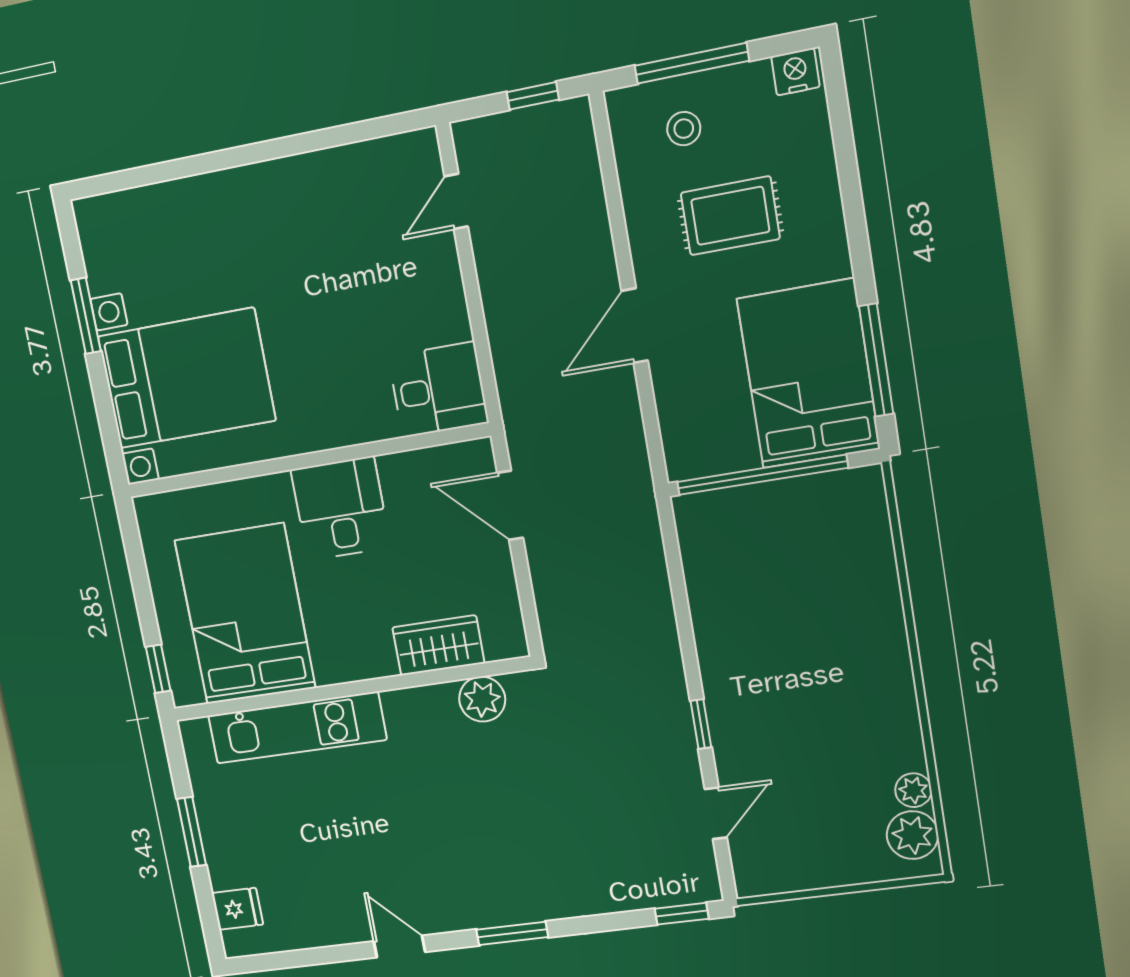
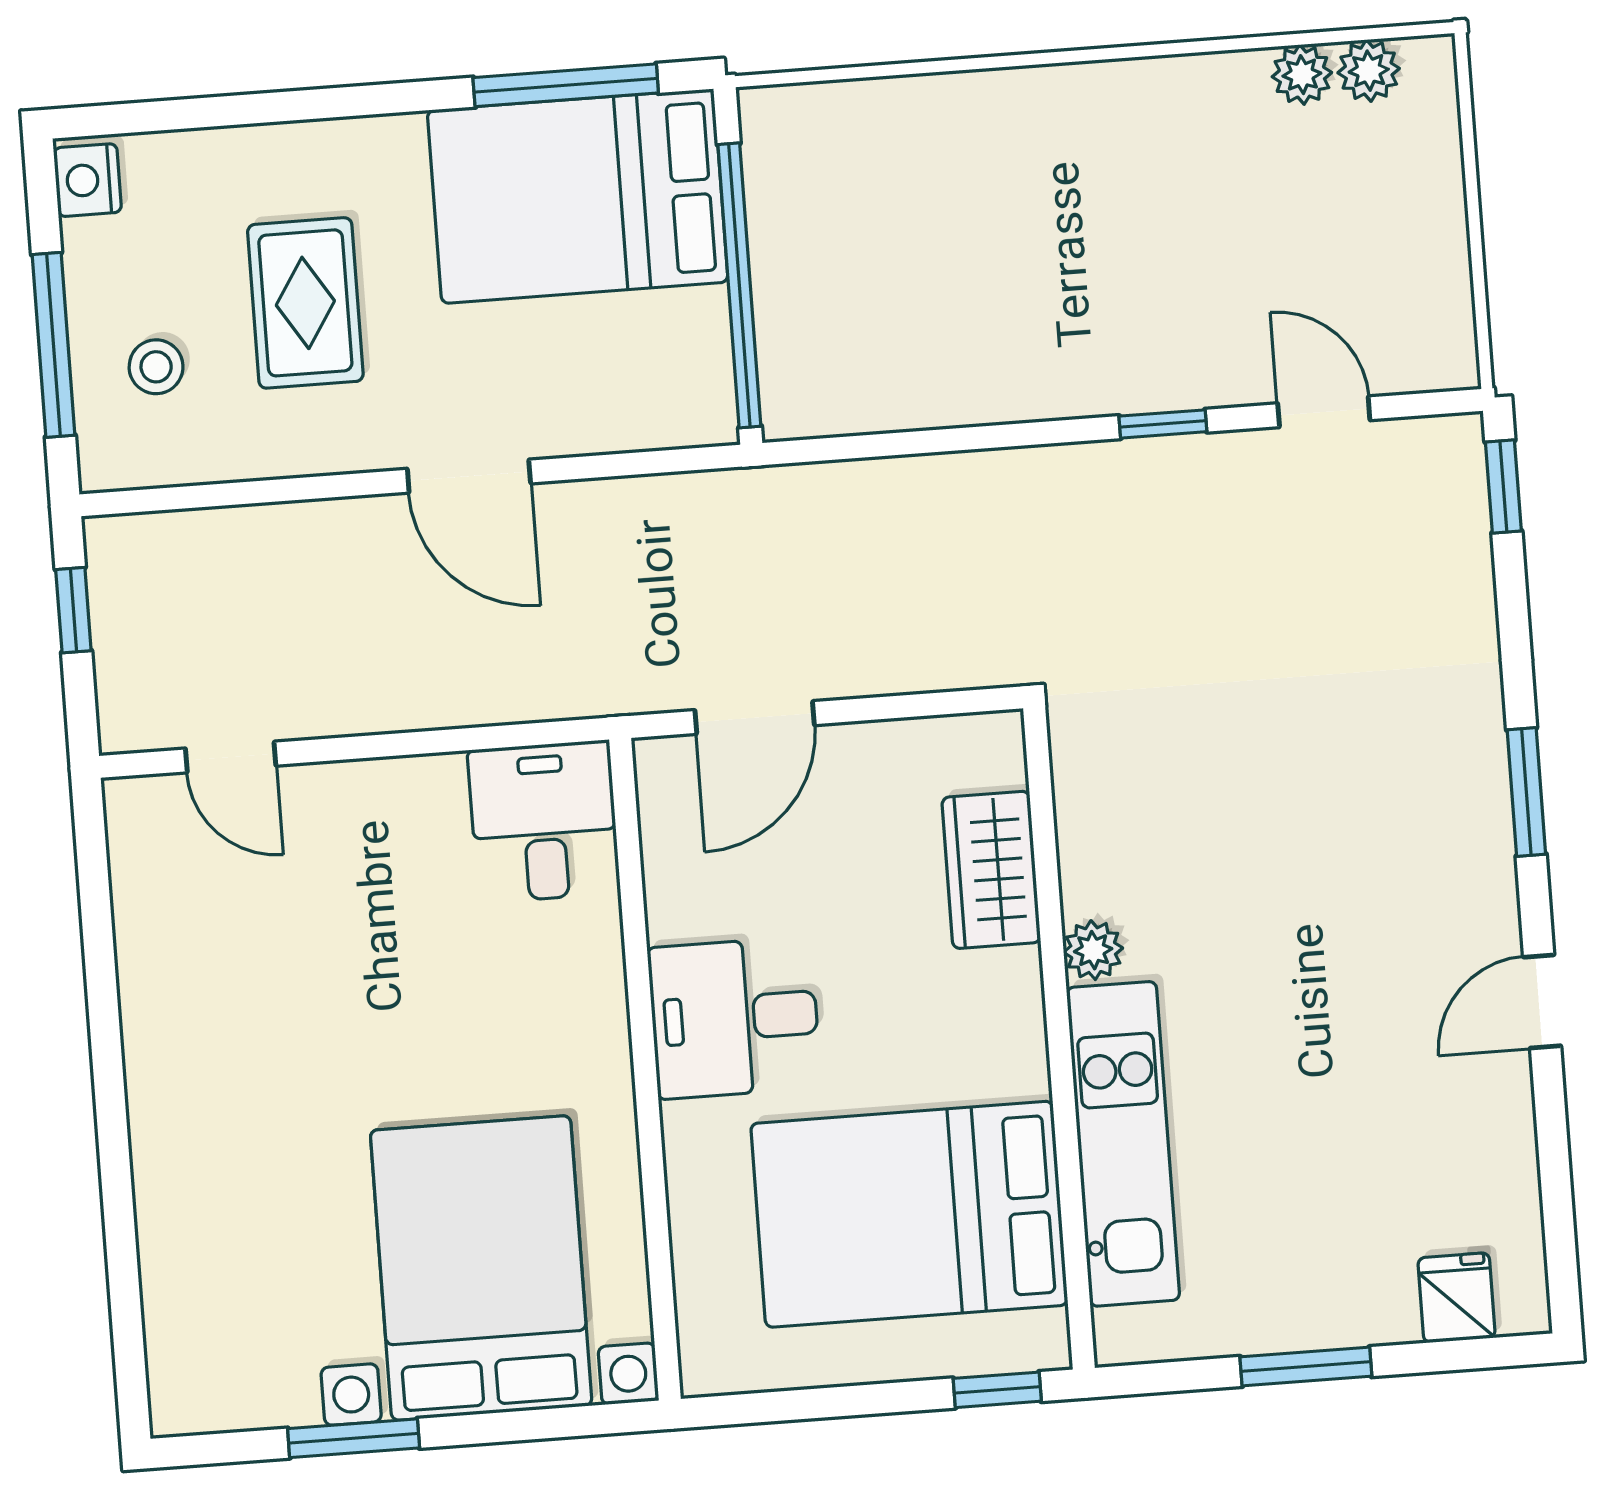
plant: (482, 699) -> (1093, 950), moved, width x0.73, depth x0.73
plant: (912, 835) -> (1369, 71), width x0.73, depth x0.73

